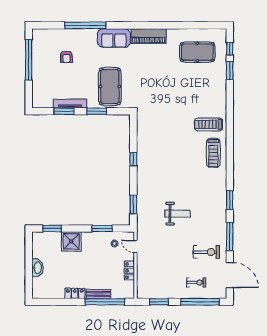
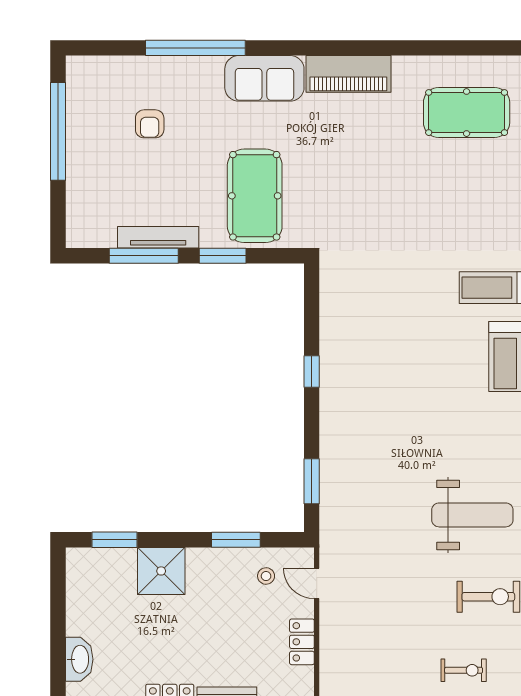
window: (64, 111) -> (144, 256), width x1.44
weight bench: (178, 214) -> (472, 515), moved, width x1.36, depth x1.33
washbasin: (37, 268) -> (79, 659), moved

